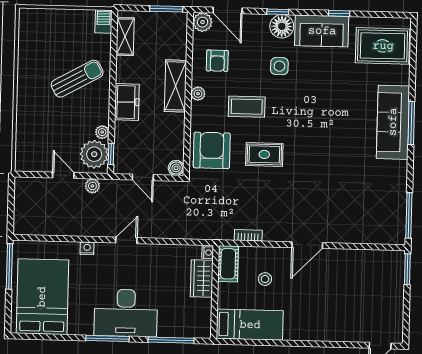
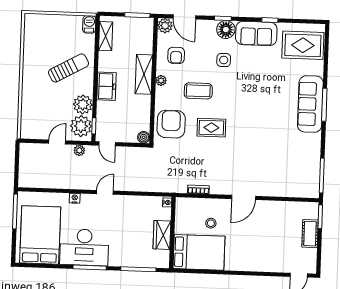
plant: (102, 132) -> (83, 104), width x1.88, depth x1.88
door: (63, 175) -> (57, 142), hinge flipped
door: (143, 177) -> (107, 144), moved
cot: (228, 264) -> (310, 234), moved
wardrobe: (202, 278) -> (162, 235), moved
desk: (126, 313) -> (84, 247), moved
bed: (250, 325) -> (199, 252), width x1.50

